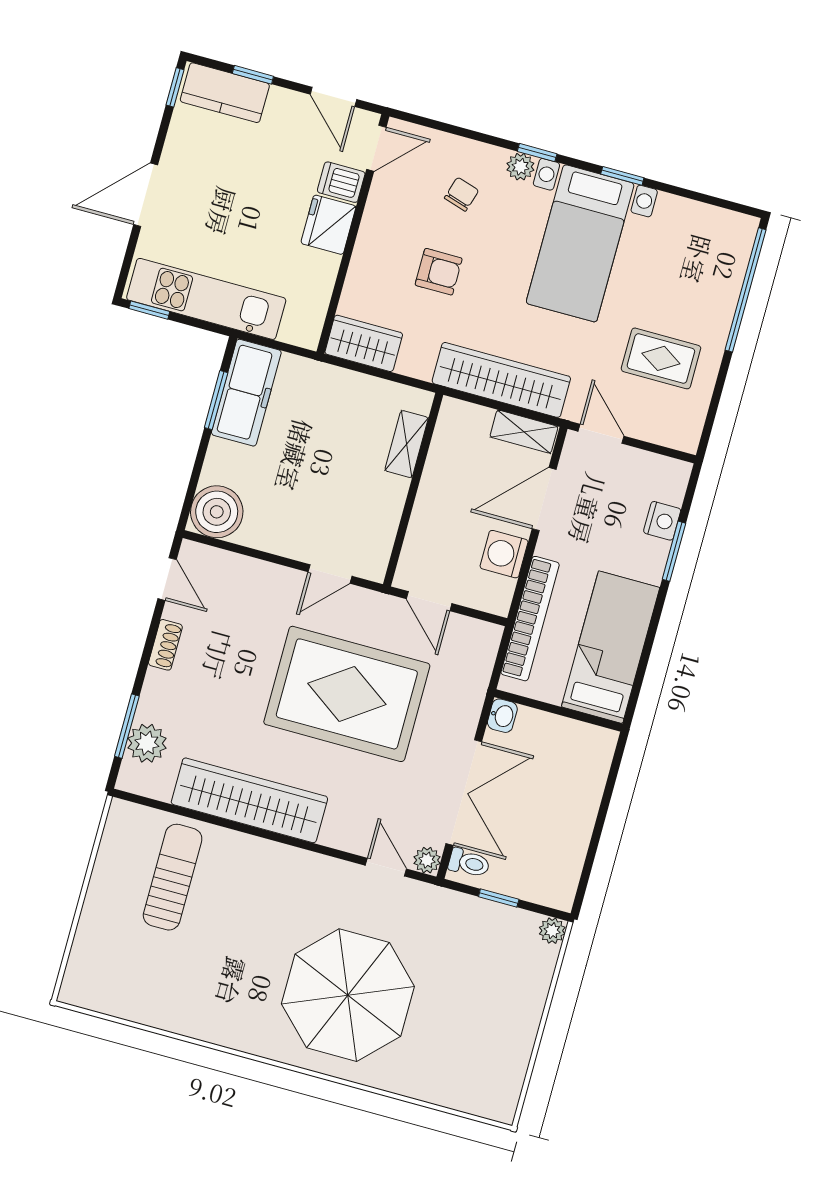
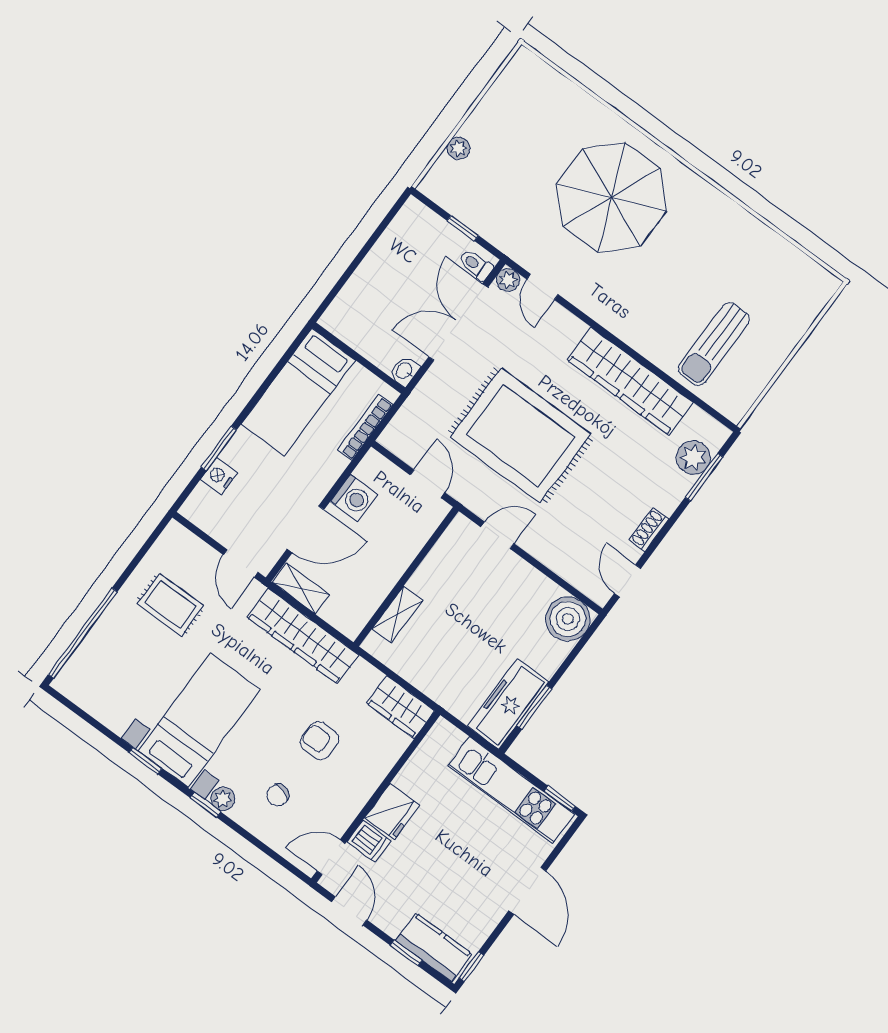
door: (146, 195) -> (527, 891), hinge flipped
bookcase: (530, 619) -> (365, 427), width x0.68, depth x0.76
plant: (552, 931) -> (458, 148), moved

